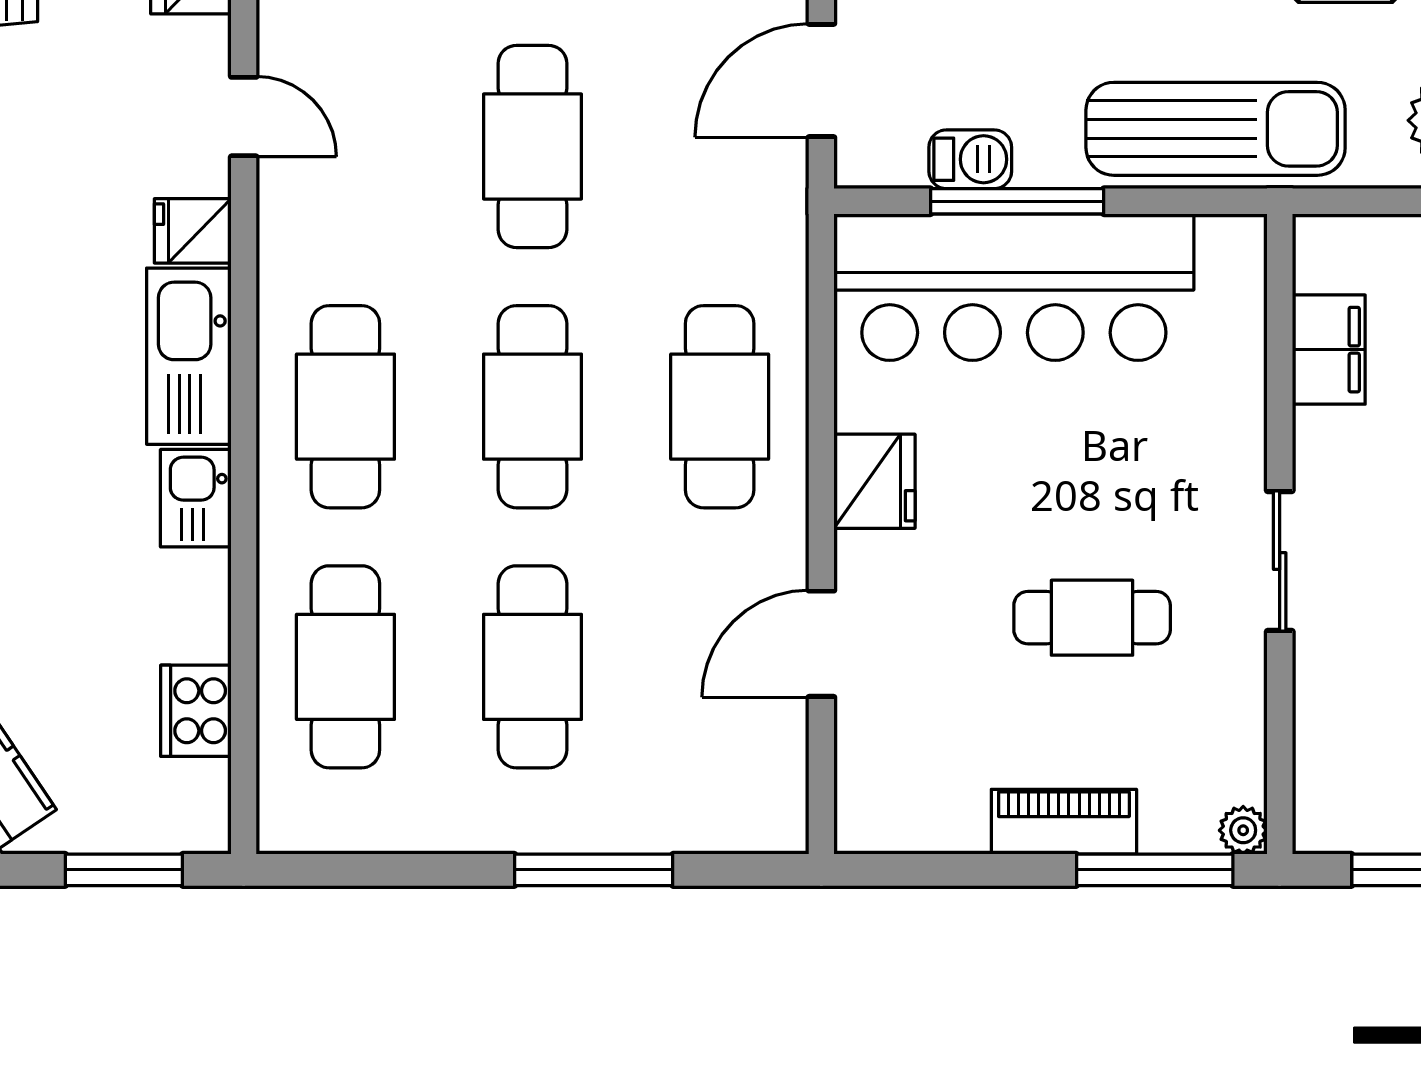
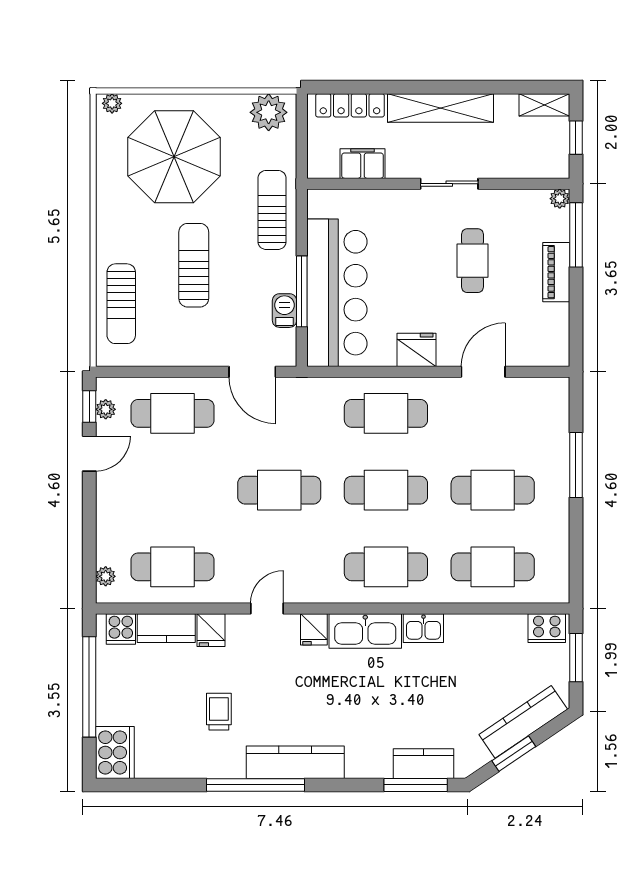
sun lounger: (1216, 129) -> (272, 210), width x0.73, depth x0.75
door: (821, 644) -> (483, 372), swing flipped
cooker: (196, 711) -> (547, 628), moved

